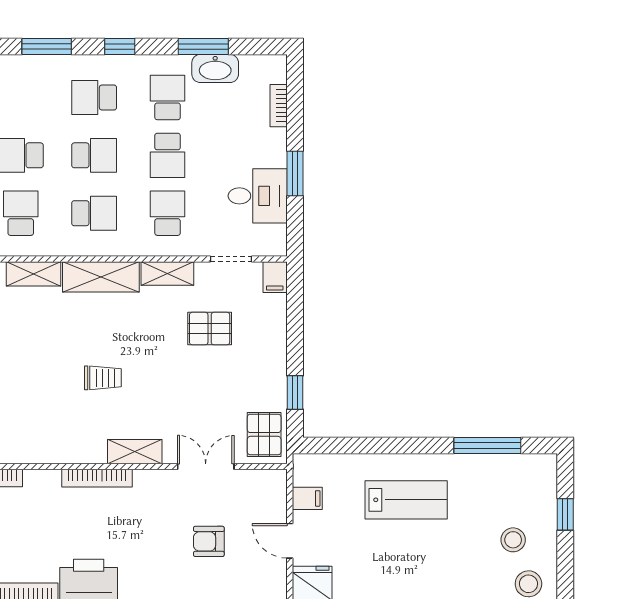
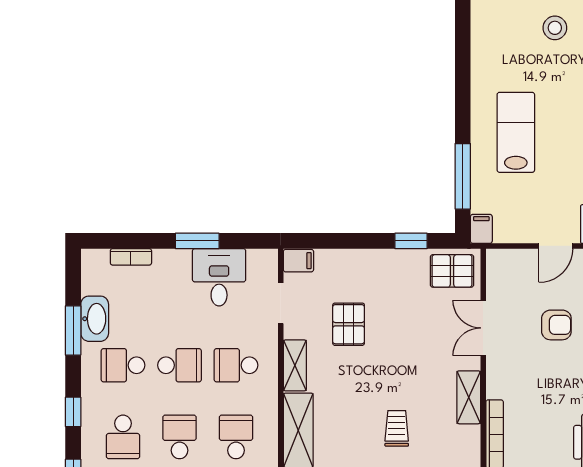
window: (487, 445) -> (463, 176), moved
filing cabinet: (307, 498) -> (481, 229), moved
armchair: (209, 541) -> (556, 325), turned -90

